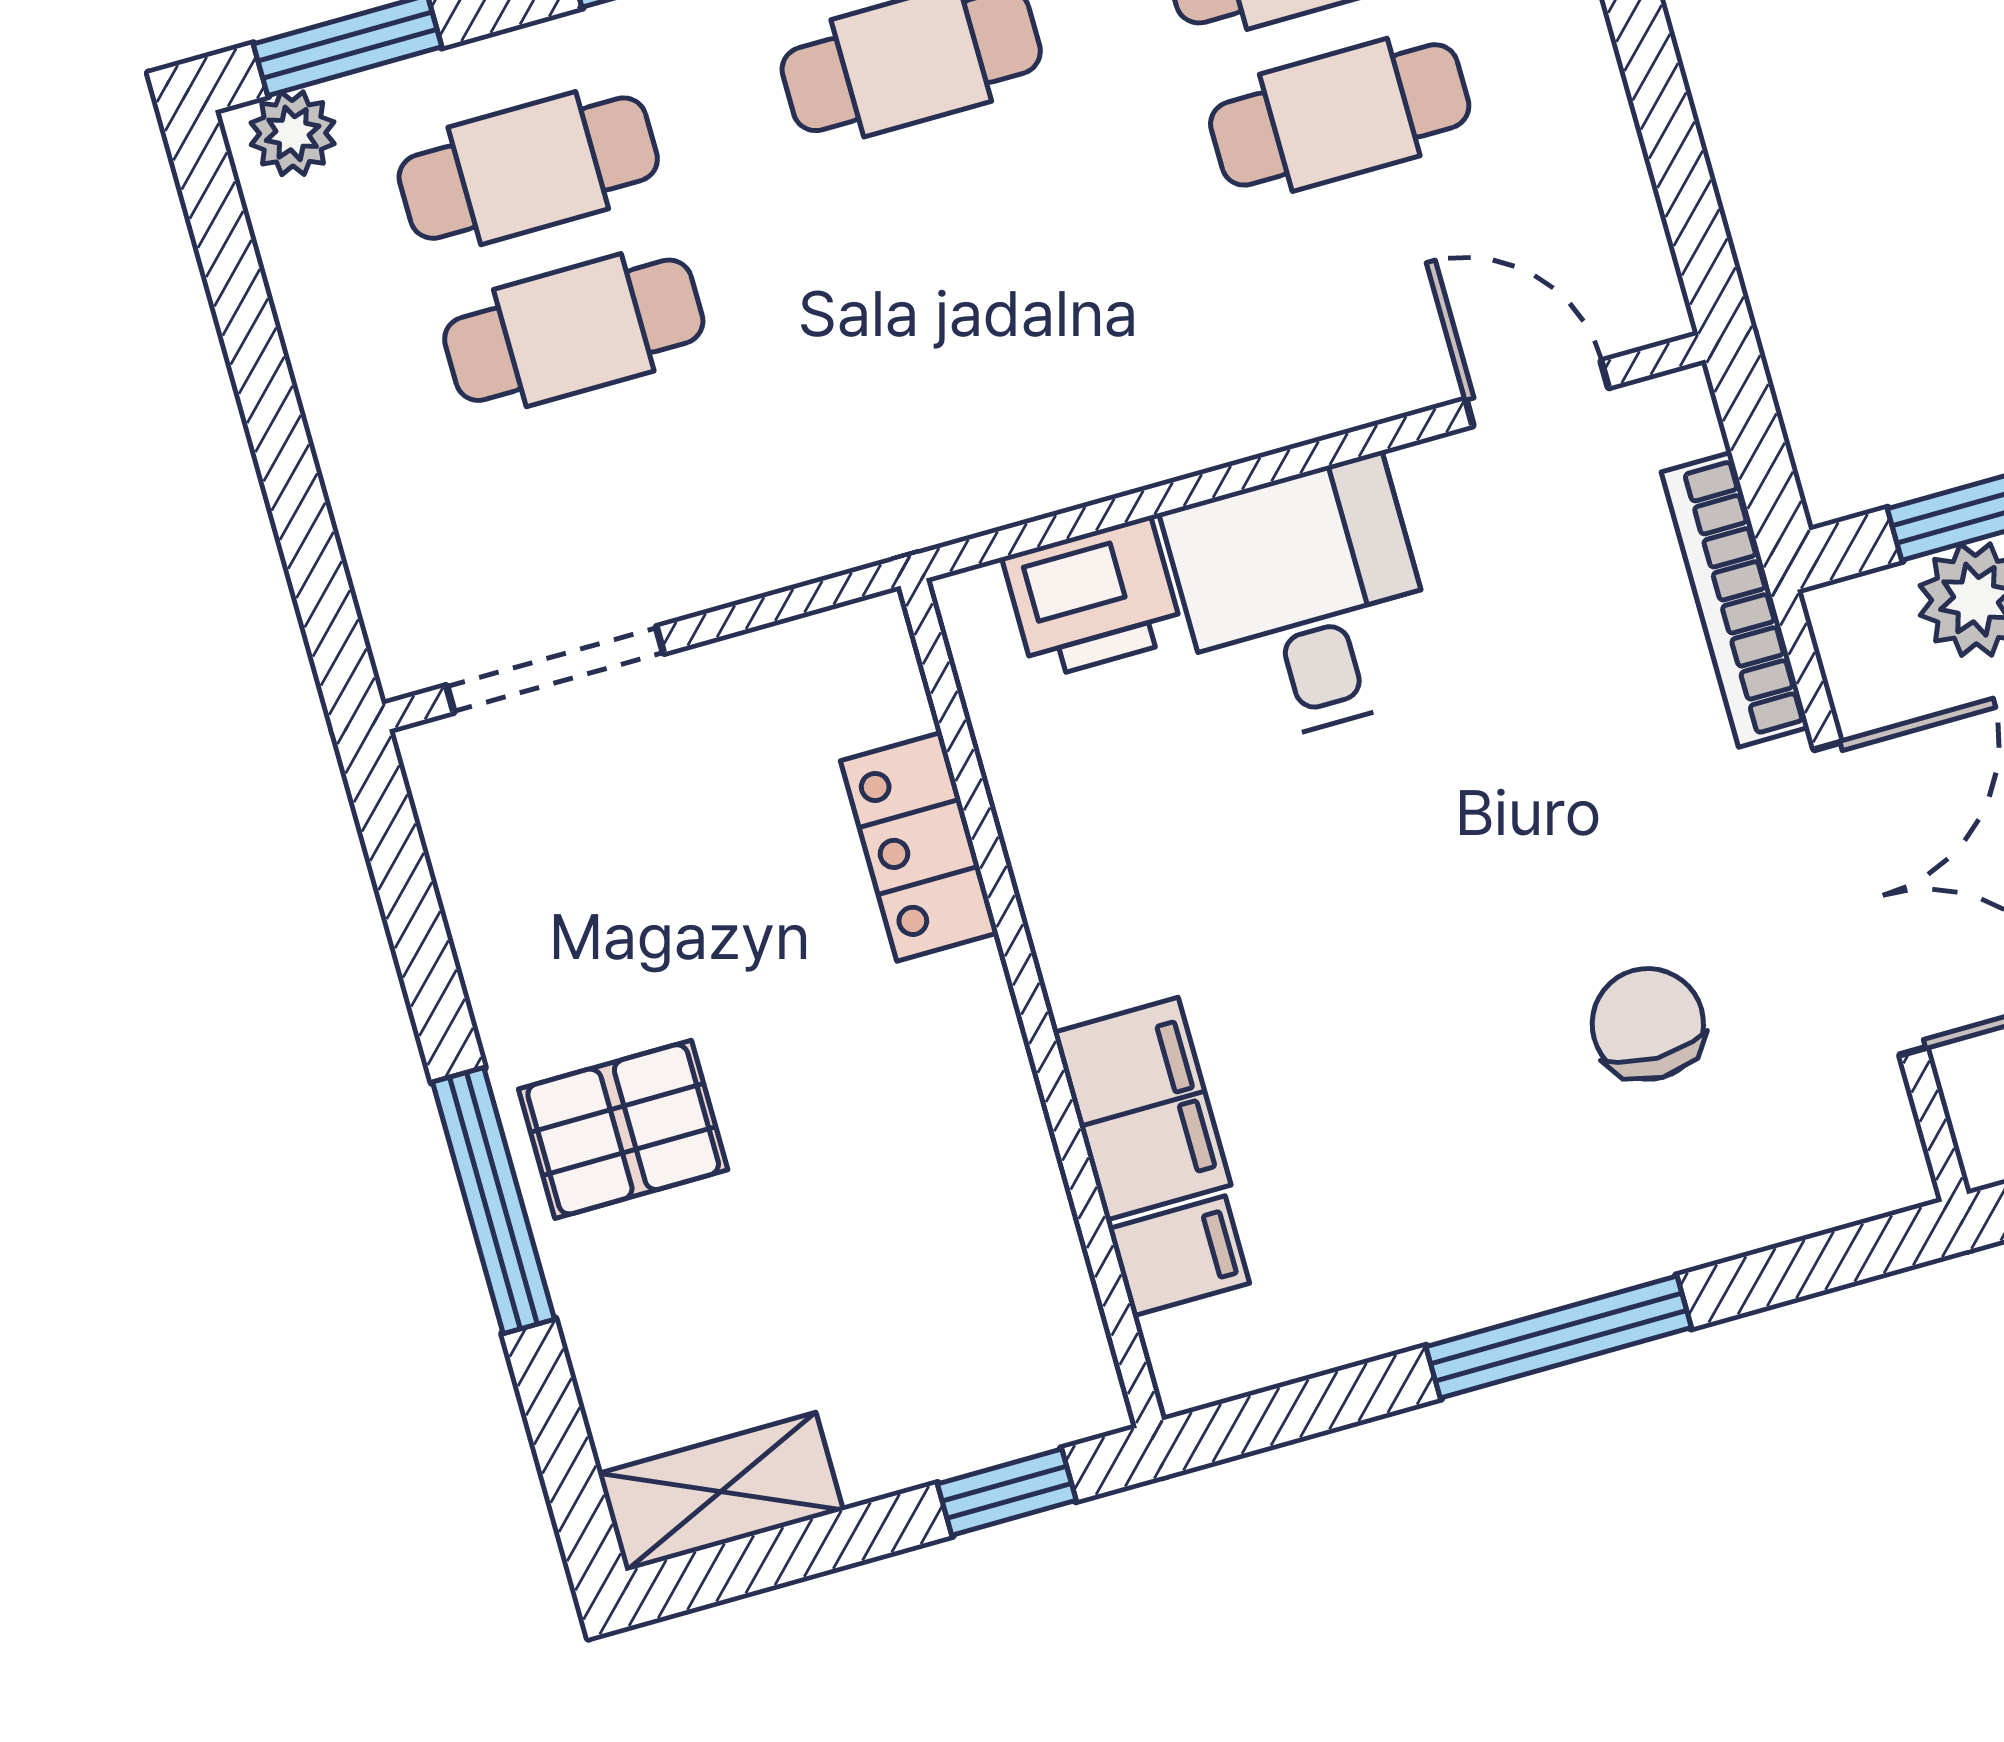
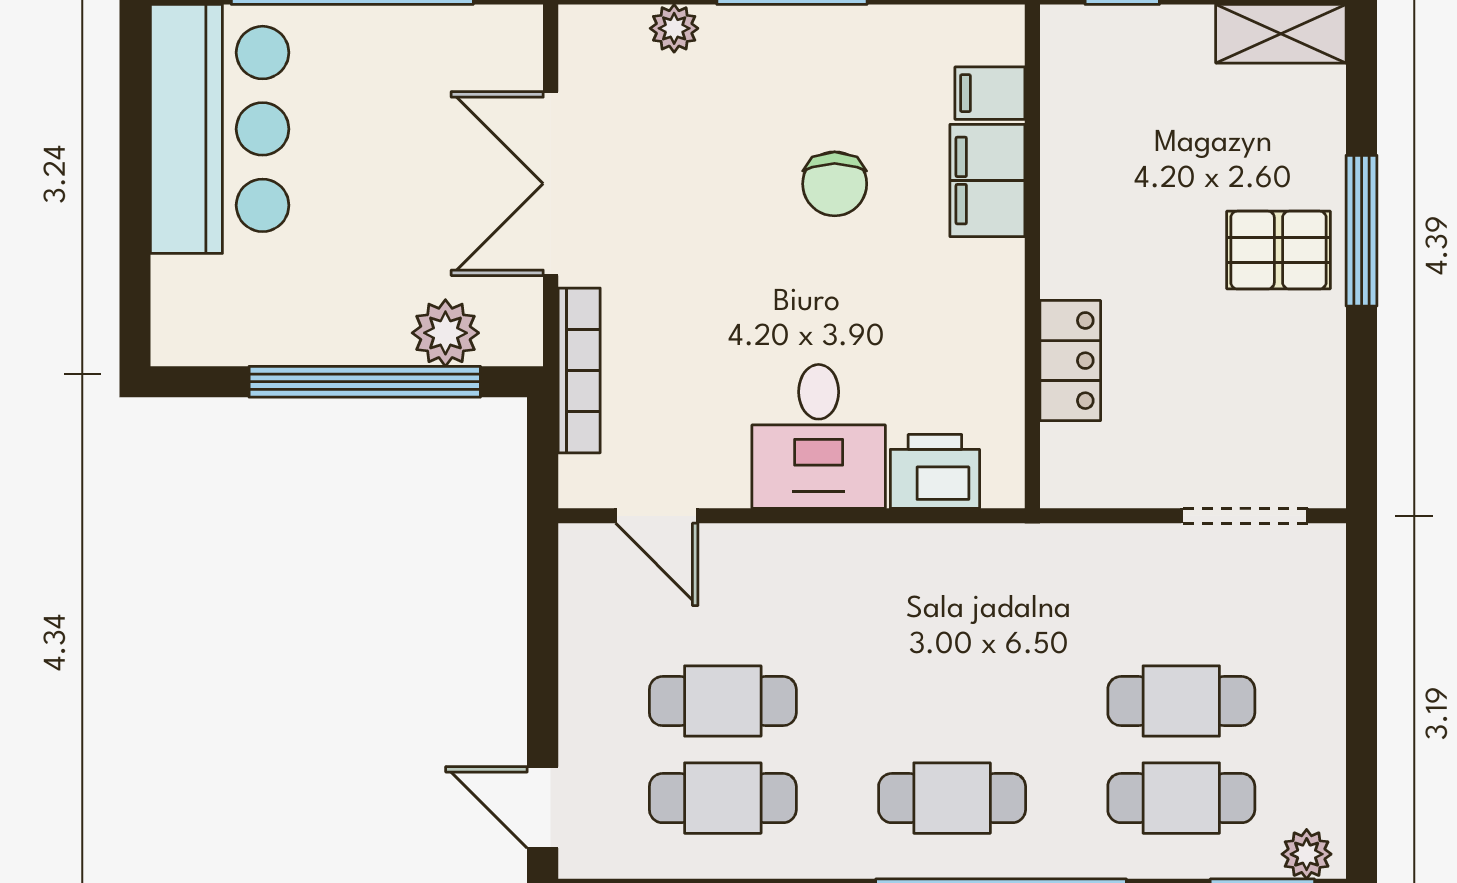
chair: (1648, 1024) -> (835, 184), moved
plant: (1737, 1216) -> (674, 28), added

